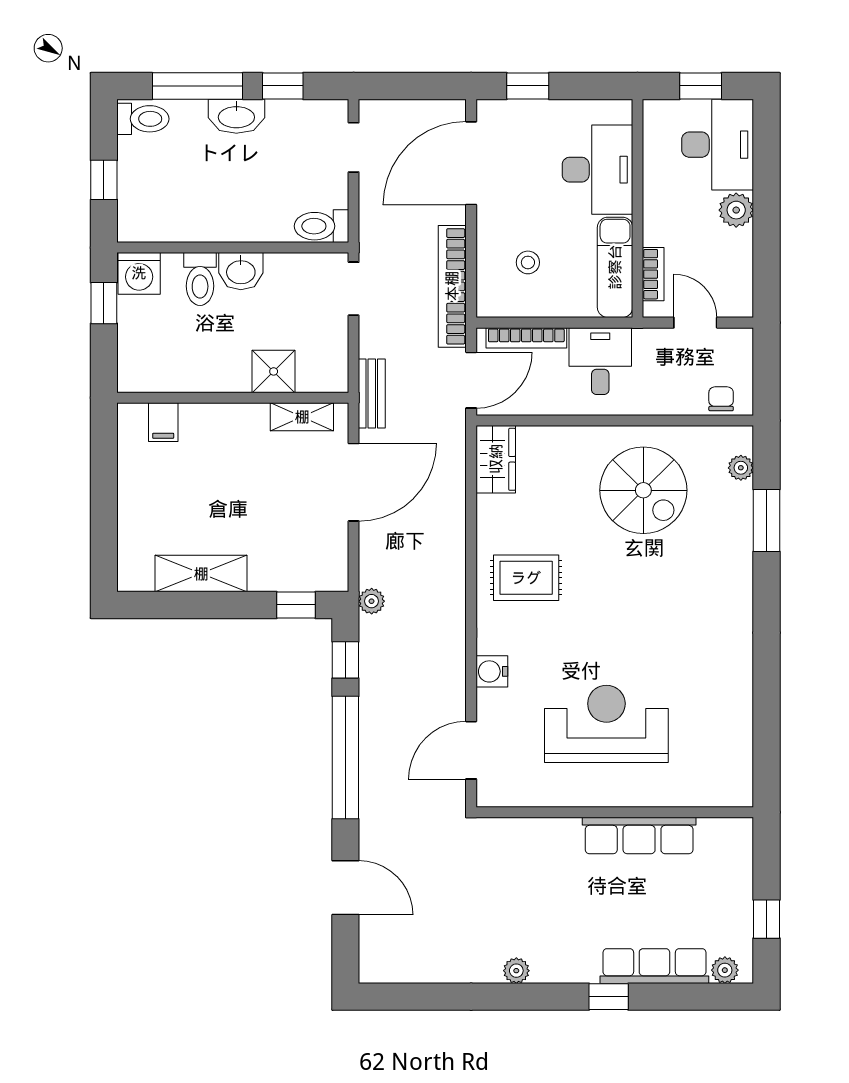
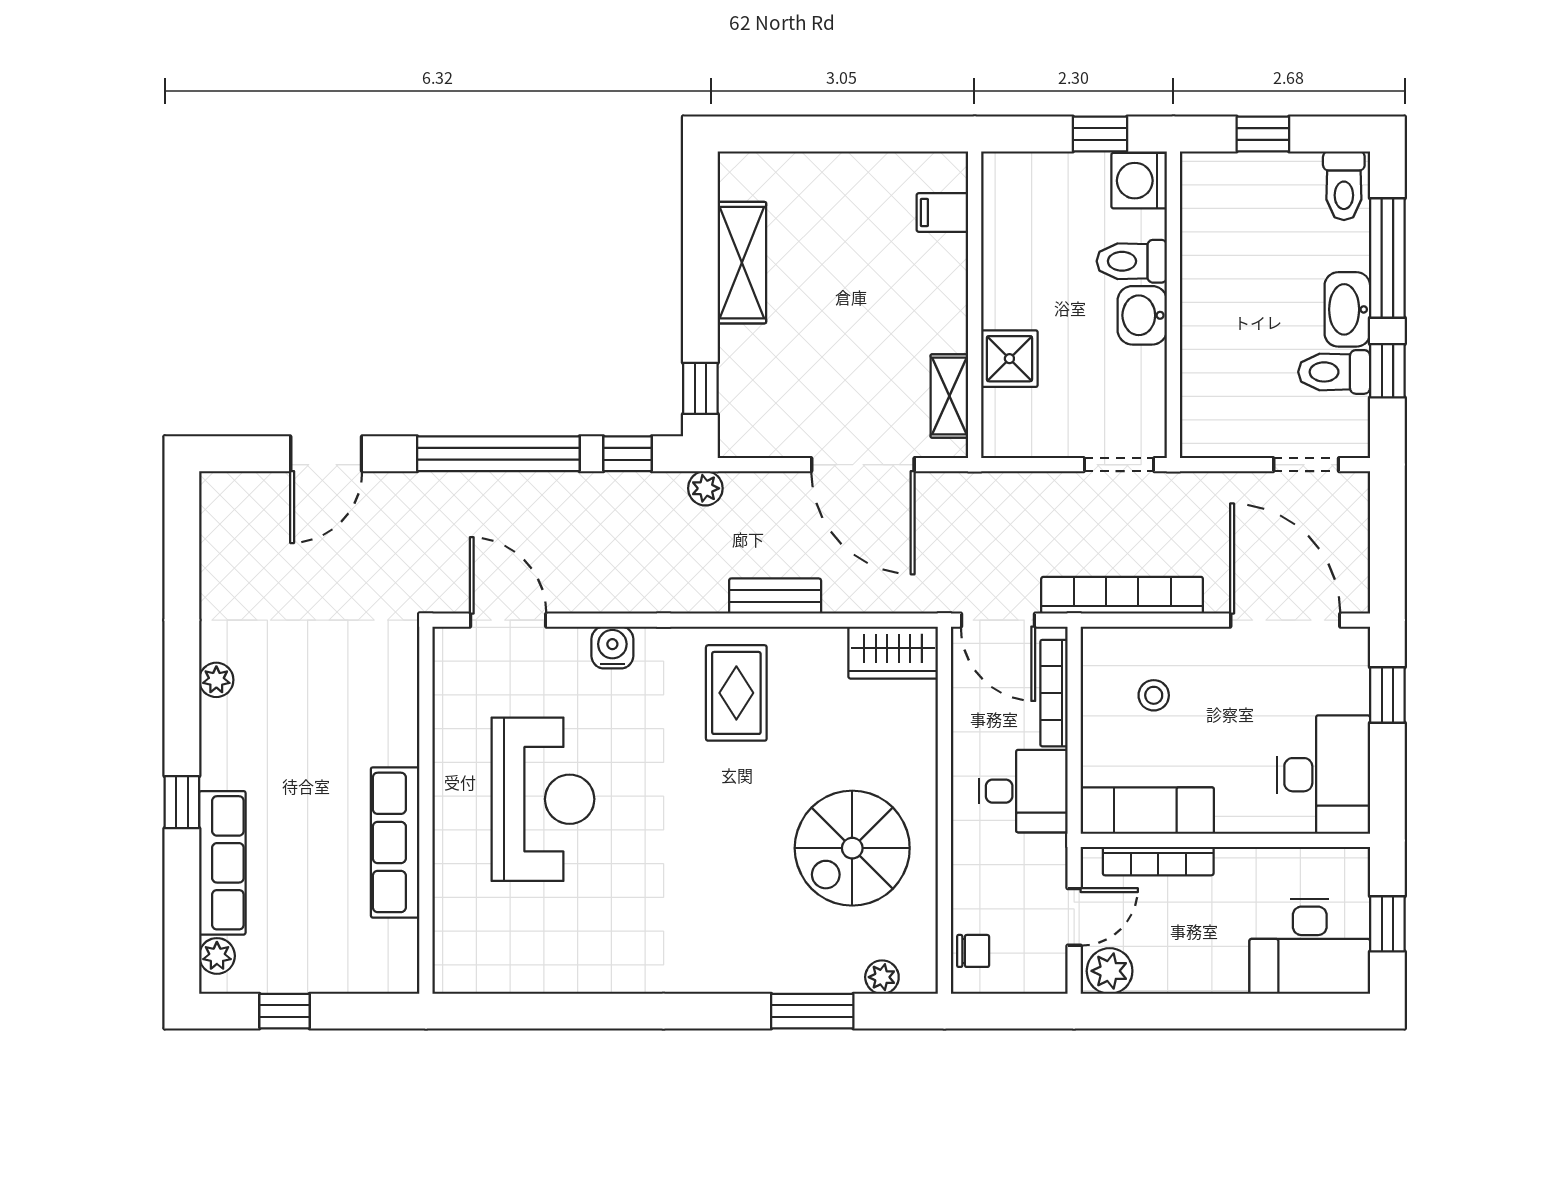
desk: (597, 170) -> (1323, 775), moved, turned -90
plant: (736, 210) -> (1110, 971), moved
toilet: (322, 226) -> (1334, 372), moved, turned -90
bookcase: (653, 274) -> (1158, 861), width x1.56
bench: (372, 394) -> (775, 596), moved

